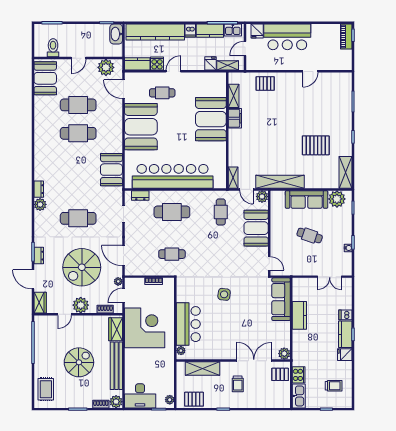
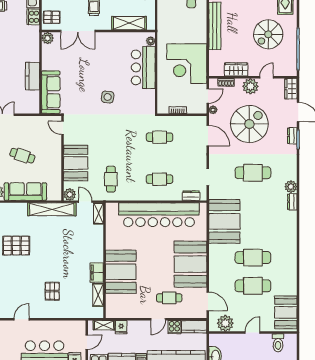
pallet: (265, 84) -> (52, 291), moved, turned 90
booth: (111, 170) -> (224, 221), width x1.36, depth x1.42
cafe table: (172, 212) -> (160, 179), width x0.73, depth x0.74
wardrobe: (116, 329) -> (236, 69), moved, turned -90
spiral stairs: (79, 362) -> (268, 34), moved

